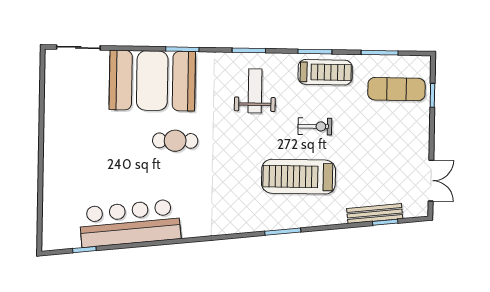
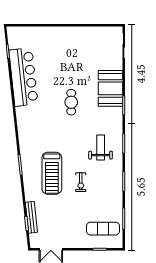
treadmill: (325, 72) -> (112, 188), removed
booth: (152, 81) -> (111, 88), width x0.73, depth x0.70
exercise mat: (396, 89) -> (103, 229), turned 90
weight bench: (255, 91) -> (101, 147), turned -90
treadmill: (298, 177) -> (52, 173), turned 180

